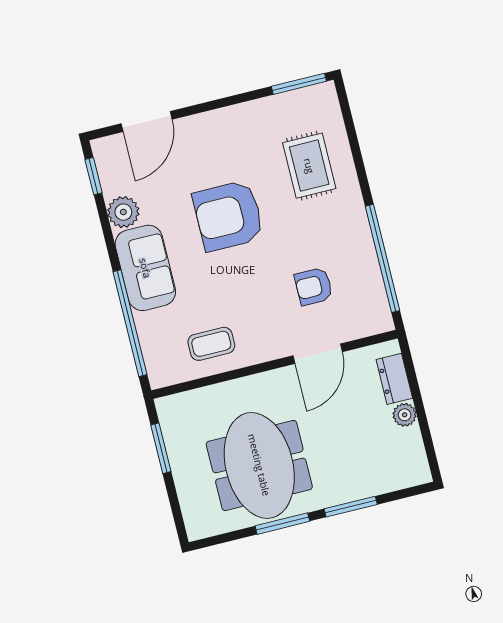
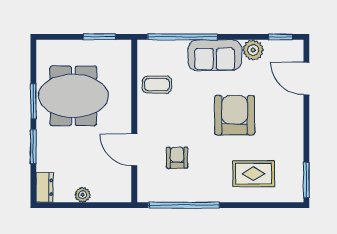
coffee table: (211, 344) -> (157, 85), turned 90
dresser: (394, 379) -> (45, 187), moved, turned 90

